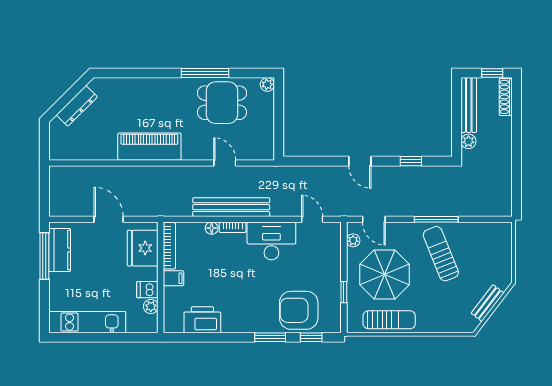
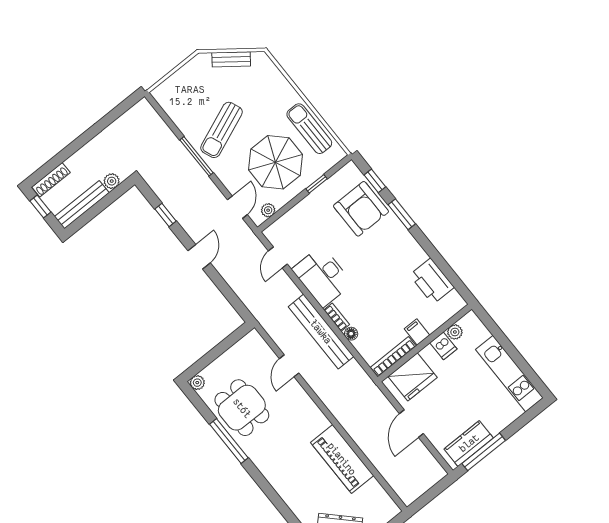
piano: (149, 147) -> (342, 459), moved

